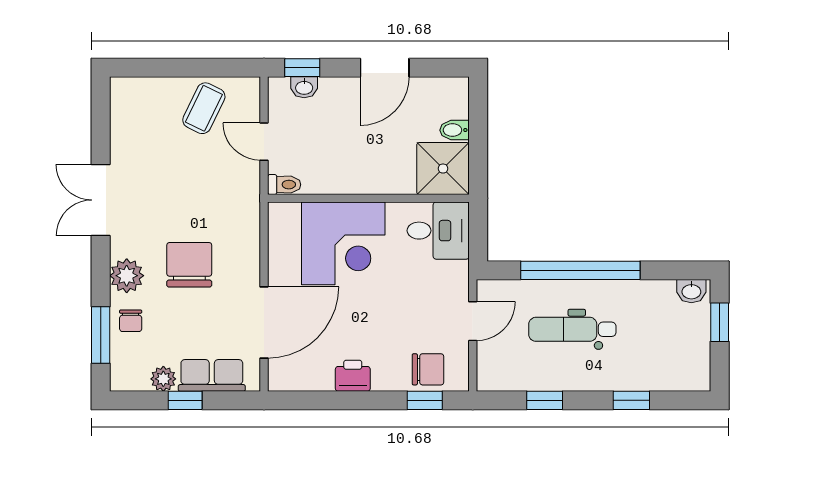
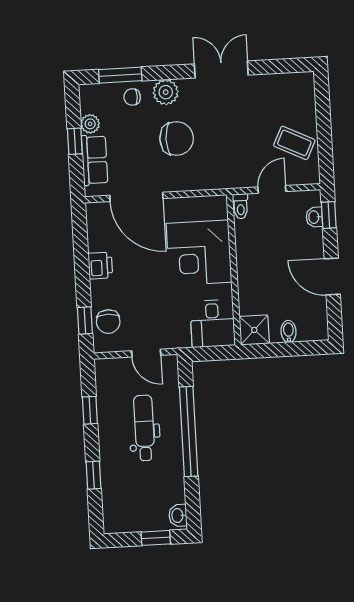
shower: (443, 169) -> (254, 330), width x0.73, depth x0.73

